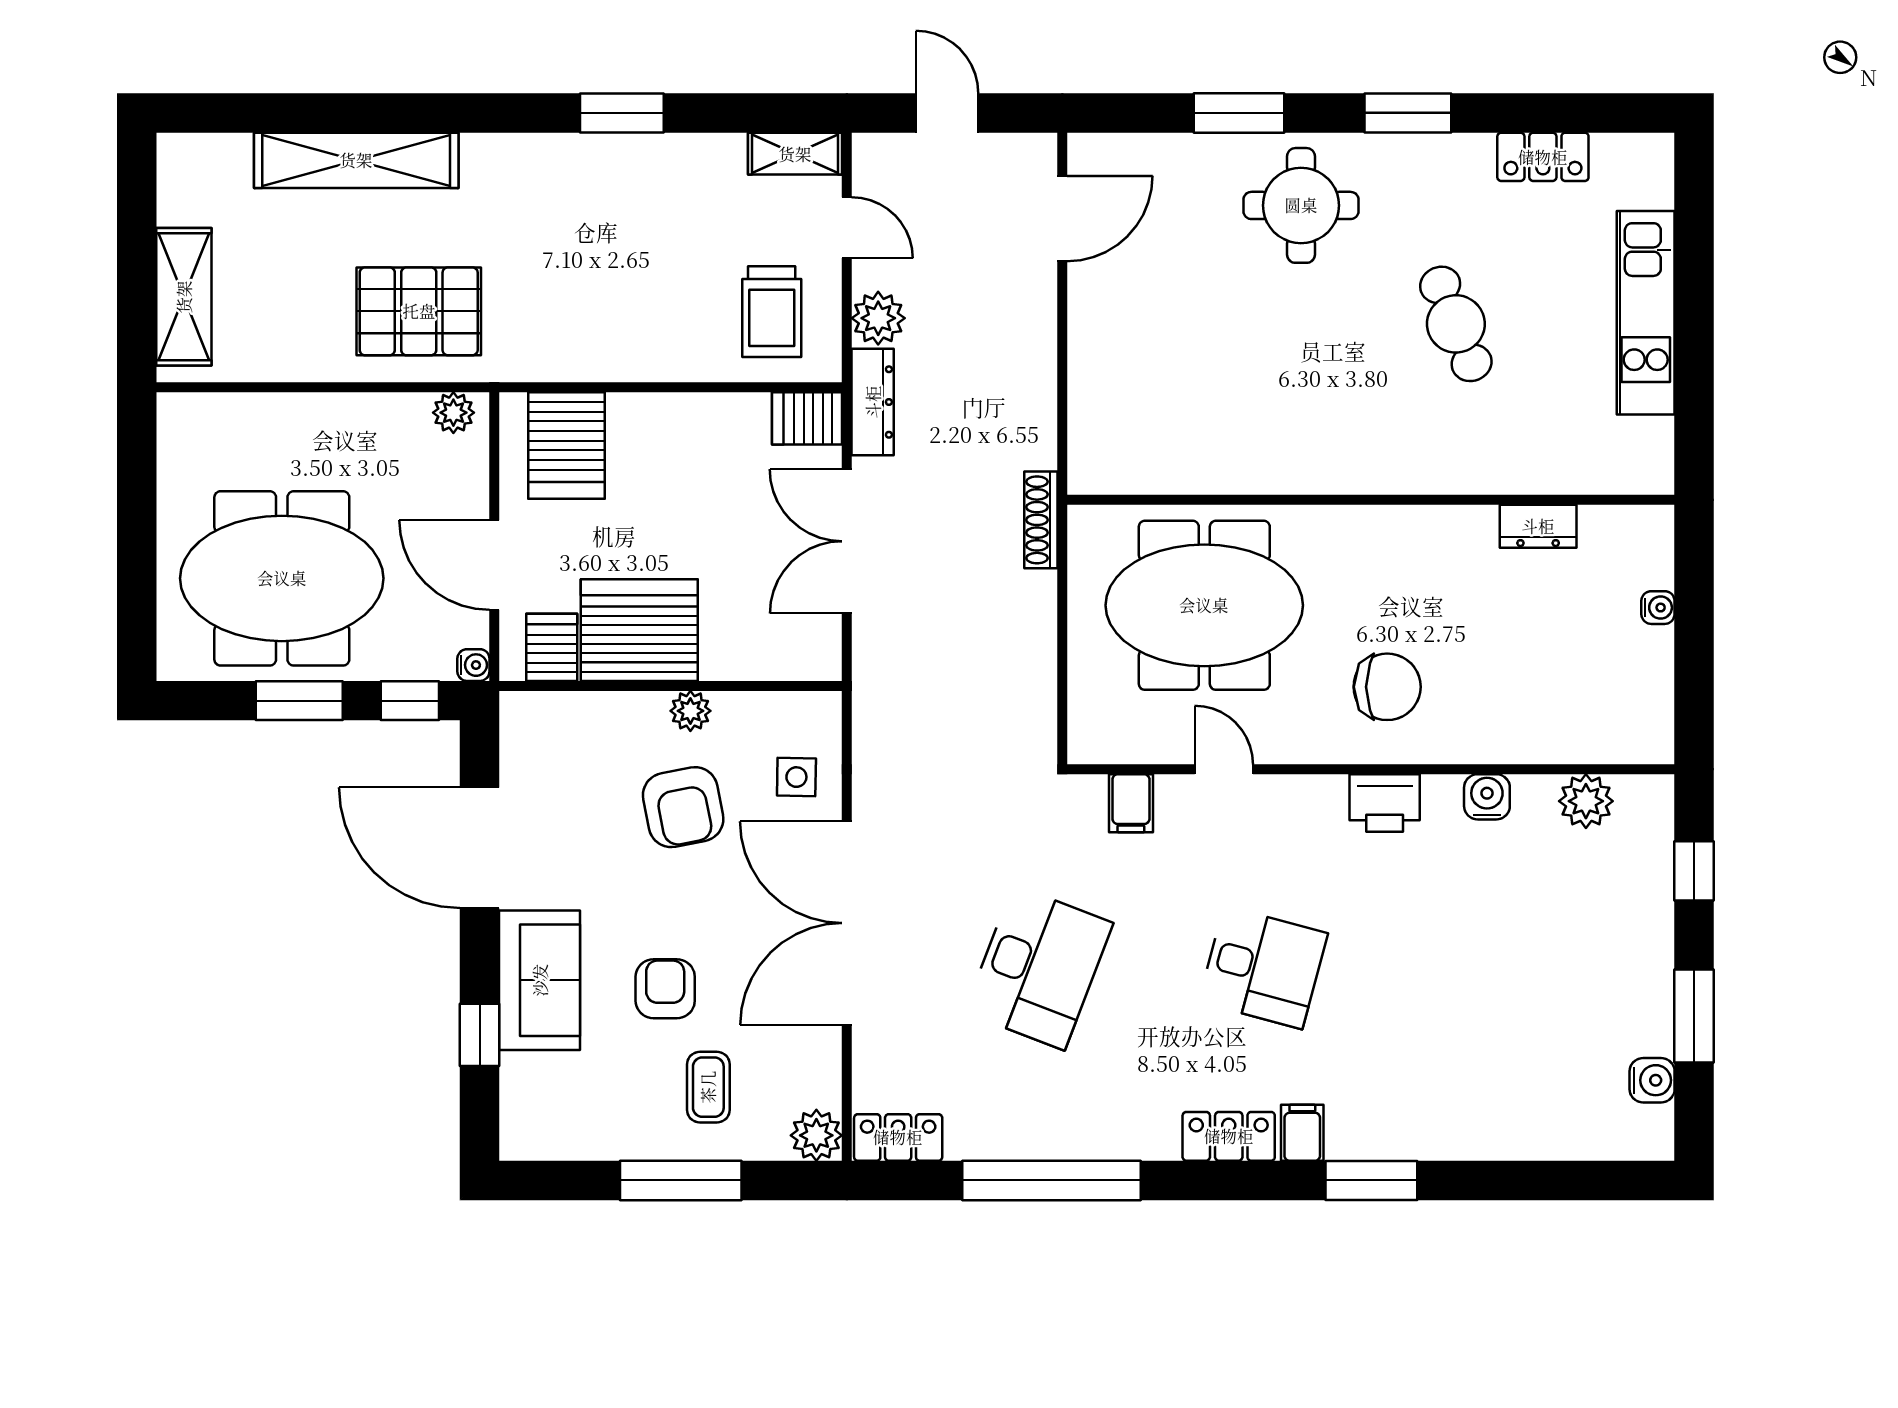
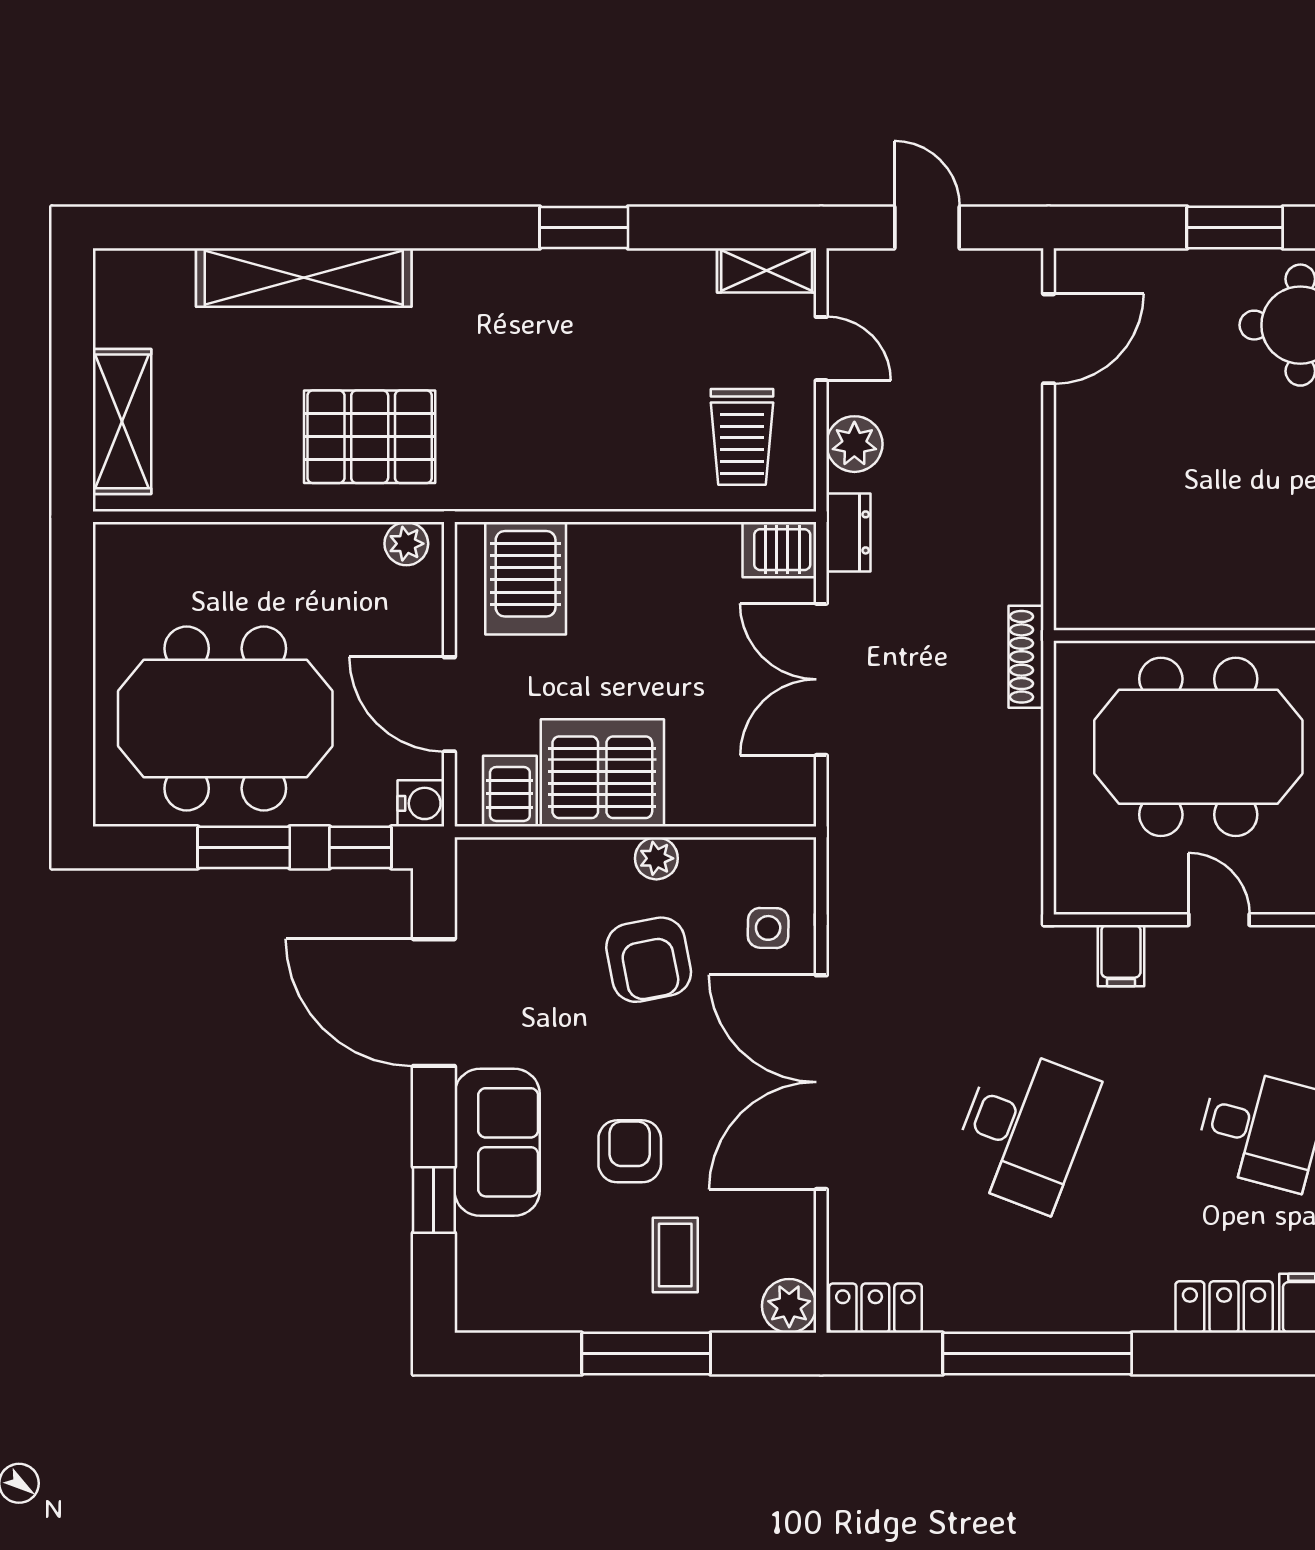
dresser: (873, 402) -> (848, 532), width x0.70
water cooler: (473, 665) -> (421, 803), width x1.38, depth x1.38

